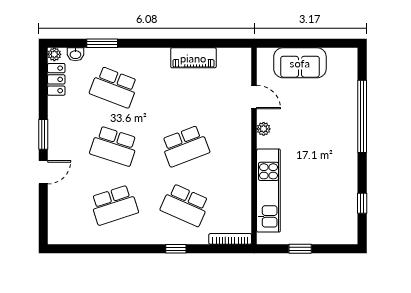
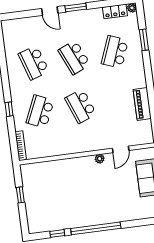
washbasin: (75, 54) -> (134, 22), removed
window: (362, 116) -> (96, 228), moved
school desk: (114, 146) -> (74, 57), turned -42
kitchen unit: (268, 191) -> (58, 168), removed

